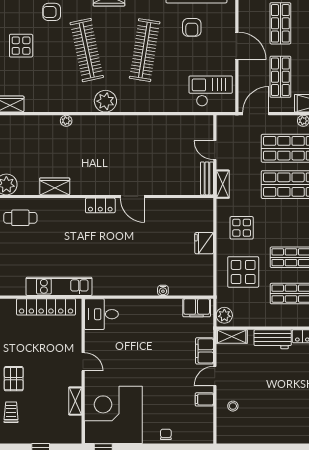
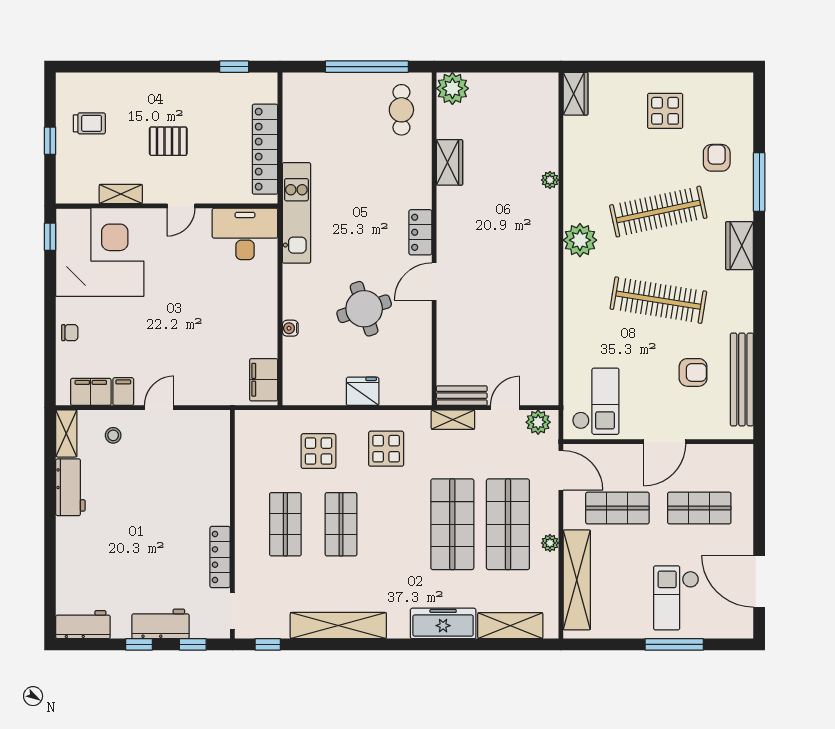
armchair: (192, 27) -> (693, 372), turned 180
round table: (150, 242) -> (364, 309), added
display table: (243, 272) -> (318, 451), width x0.73, depth x0.73
kitchen unit: (59, 286) -> (296, 213), moved
desk: (101, 314) -> (245, 234), width x1.37
plant: (224, 315) -> (538, 422), moved
shelving: (232, 337) -> (66, 433), moved
workbench: (273, 339) -> (70, 487), moved, turned 180
filing cabinet: (204, 351) -> (91, 392), moved
door: (215, 376) -> (159, 408), hinge flipped
pallet: (14, 379) -> (168, 141), moved
trolley: (11, 412) -> (89, 123), moved

